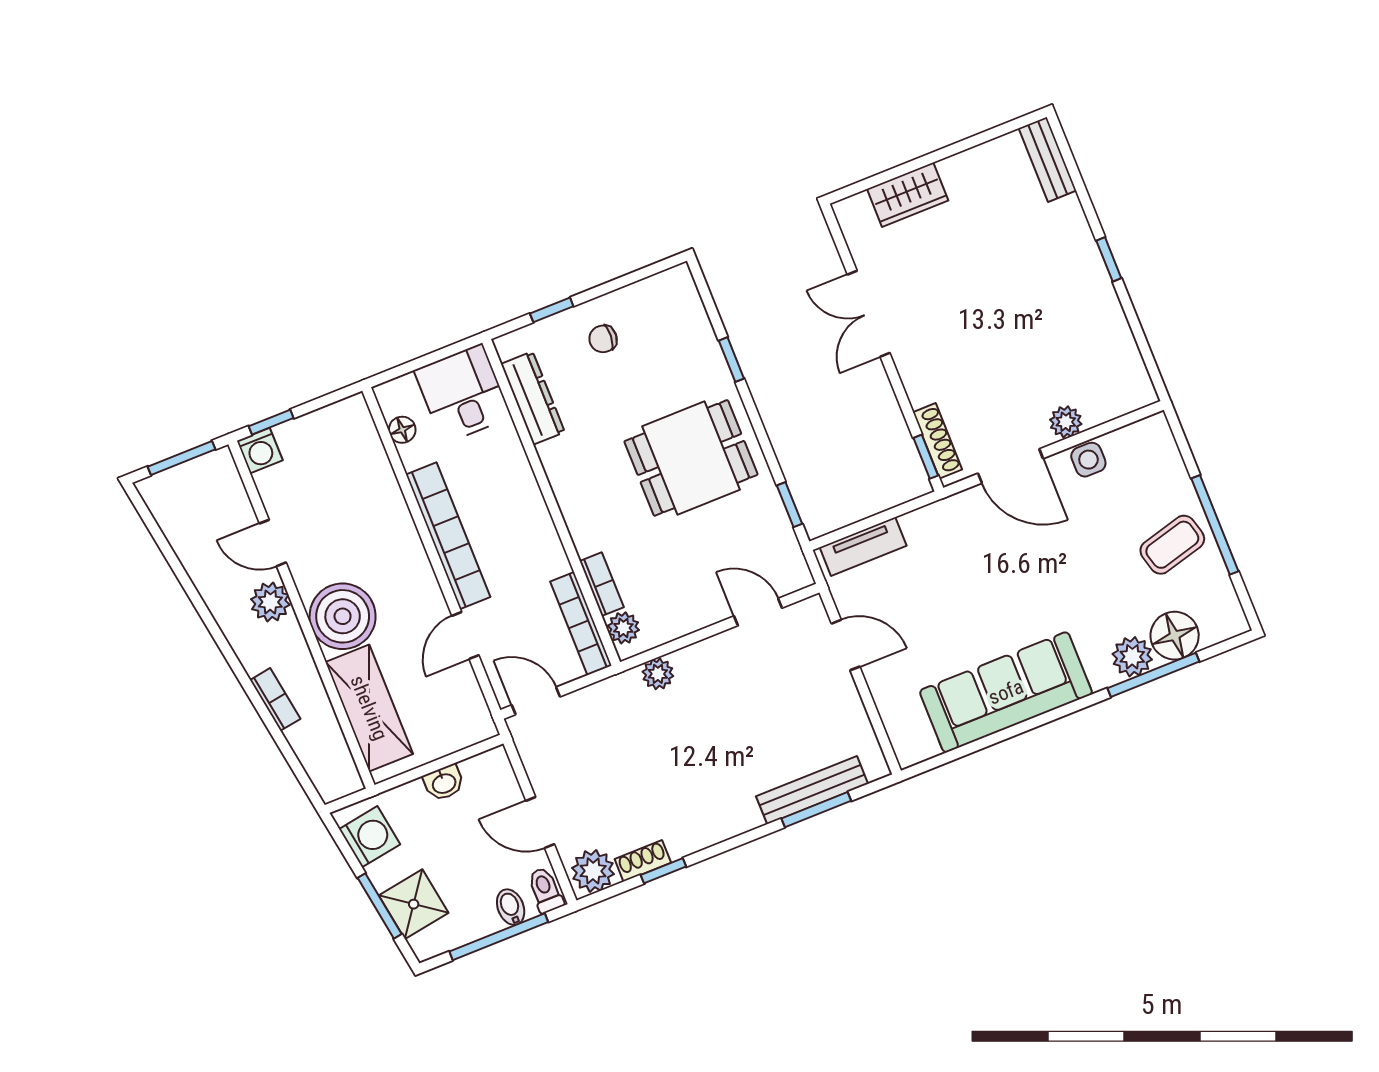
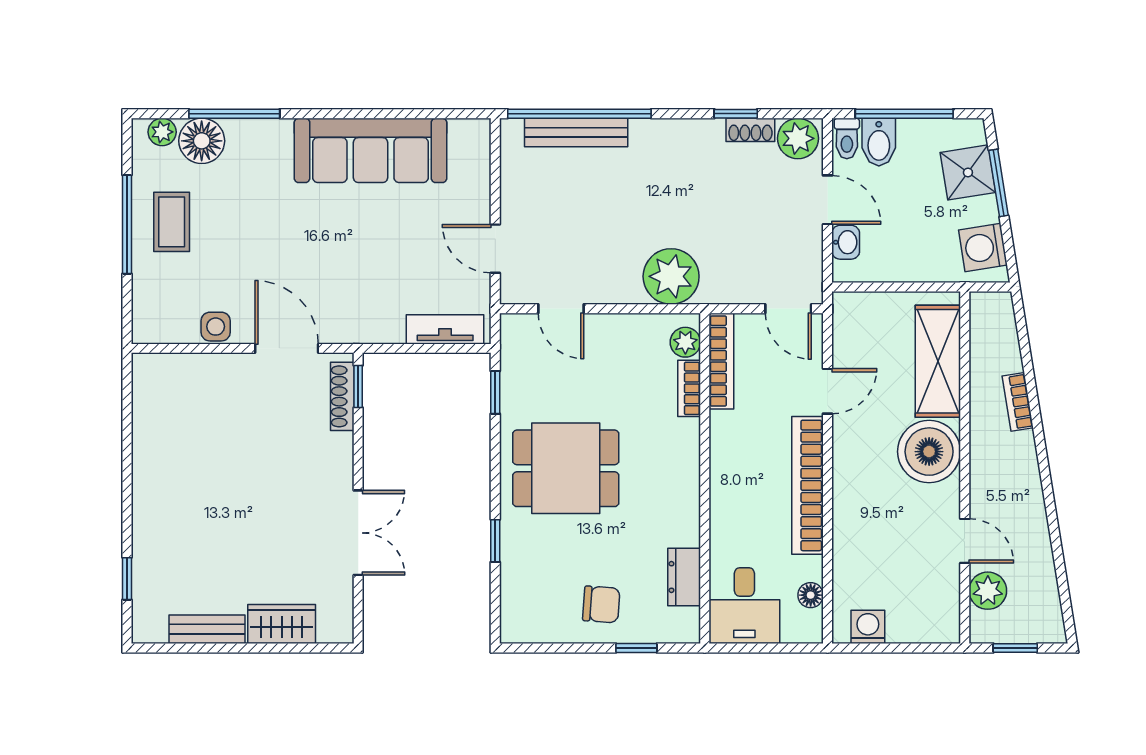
bench: (1047, 159) -> (207, 629), moved, turned 90
window: (1109, 259) -> (127, 579), moved
chair: (603, 339) -> (601, 604), width x1.37, depth x1.37
dresser: (533, 398) -> (684, 577), width x0.70
window: (271, 422) -> (924, 648), removed
plant: (1066, 422) -> (222, 368), removed
washing machine: (260, 451) -> (868, 627), moved
window: (182, 458) -> (1015, 648), width x0.67
coffee table: (1172, 545) -> (172, 222), turned -75
plant: (270, 602) -> (988, 591), moved
plant: (1132, 657) -> (162, 132), moved, width x0.73, depth x0.73
plant: (658, 674) -> (671, 276), width x1.88, depth x1.88
washbasin: (444, 783) -> (846, 242), moved, turned 90
window: (816, 810) -> (579, 114), width x2.11
bidet: (511, 907) -> (879, 142), width x1.38, depth x1.36

